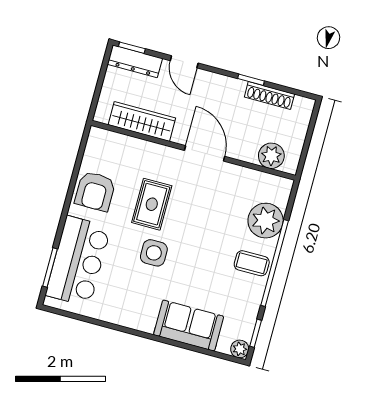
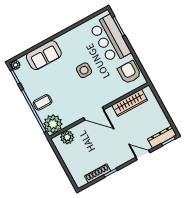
wardrobe: (142, 121) -> (130, 103), moved
wall: (193, 150) -> (99, 111), moved
door: (205, 153) -> (94, 114), moved
plant: (271, 156) -> (67, 137), moved
rug: (152, 204) -> (103, 88), removed

